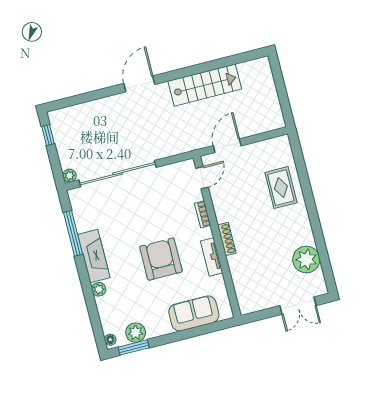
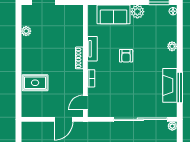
rug: (281, 188) -> (35, 83), turned 90
fireplace: (94, 256) -> (170, 85), moved
armchair: (161, 259) -> (126, 56), width x0.53, depth x0.53
plant: (306, 259) -> (26, 31), width x0.53, depth x0.53
plant: (136, 333) -> (137, 12), moved

